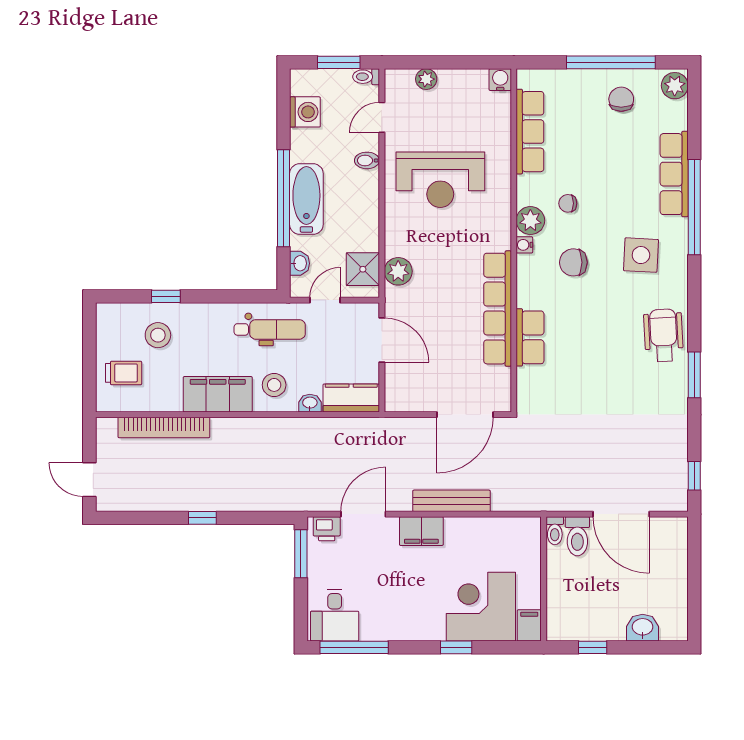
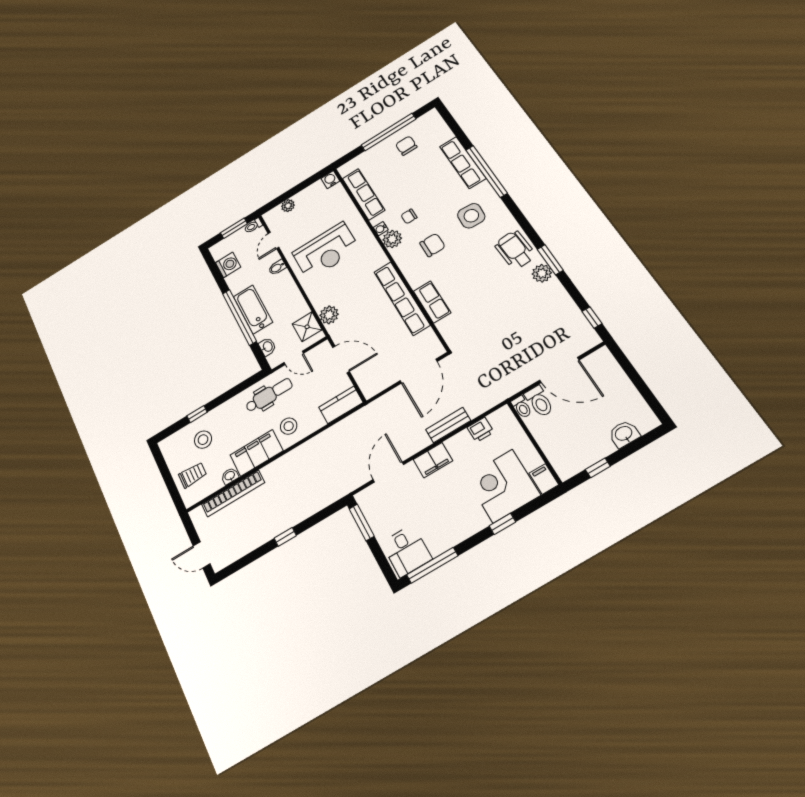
plant: (675, 86) -> (542, 273), moved
water cooler: (524, 245) -> (381, 229), moved
chair: (573, 262) -> (432, 245), turned 180
door: (325, 300) -> (294, 358), swing flipped
washbasin: (310, 403) -> (230, 476), moved
bench: (451, 501) -> (448, 425), width x0.73
printer: (327, 529) -> (481, 430), moved

